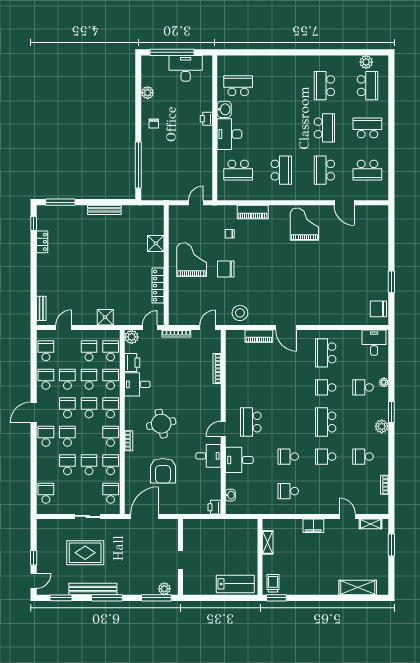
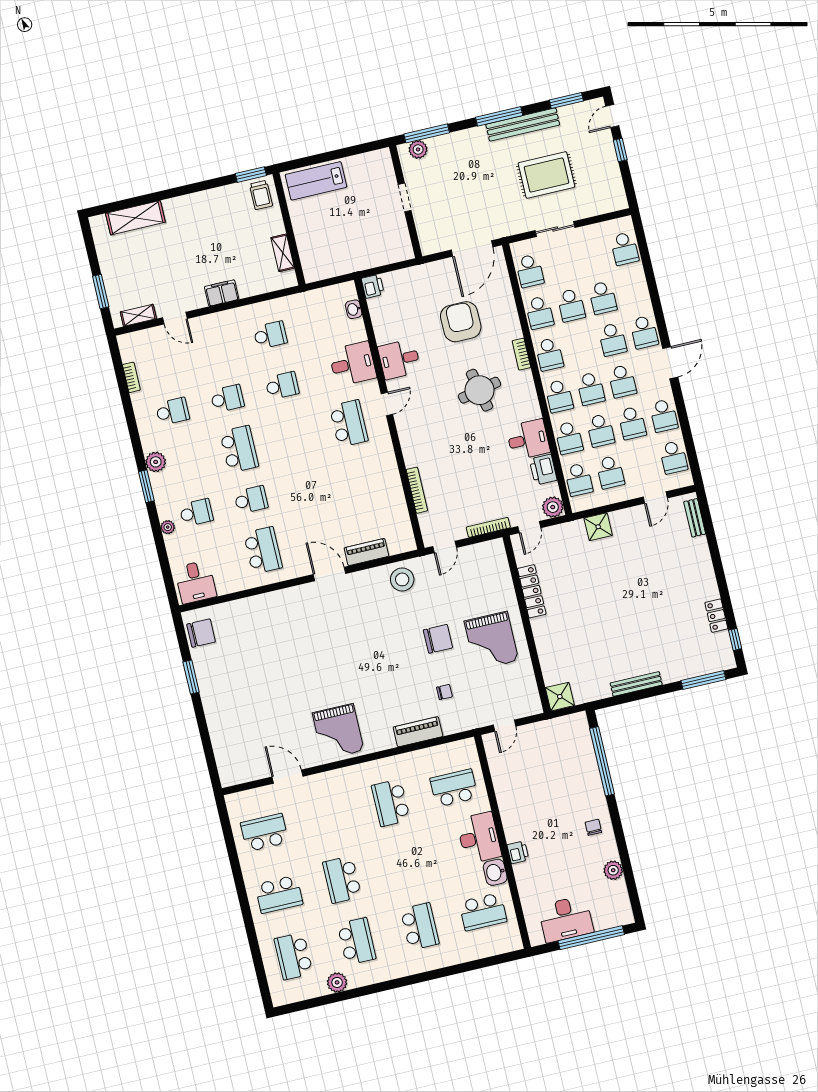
plant: (366, 62) -> (337, 982), moved
school desk: (324, 170) -> (420, 927), moved
shower: (156, 243) -> (560, 697), moved

